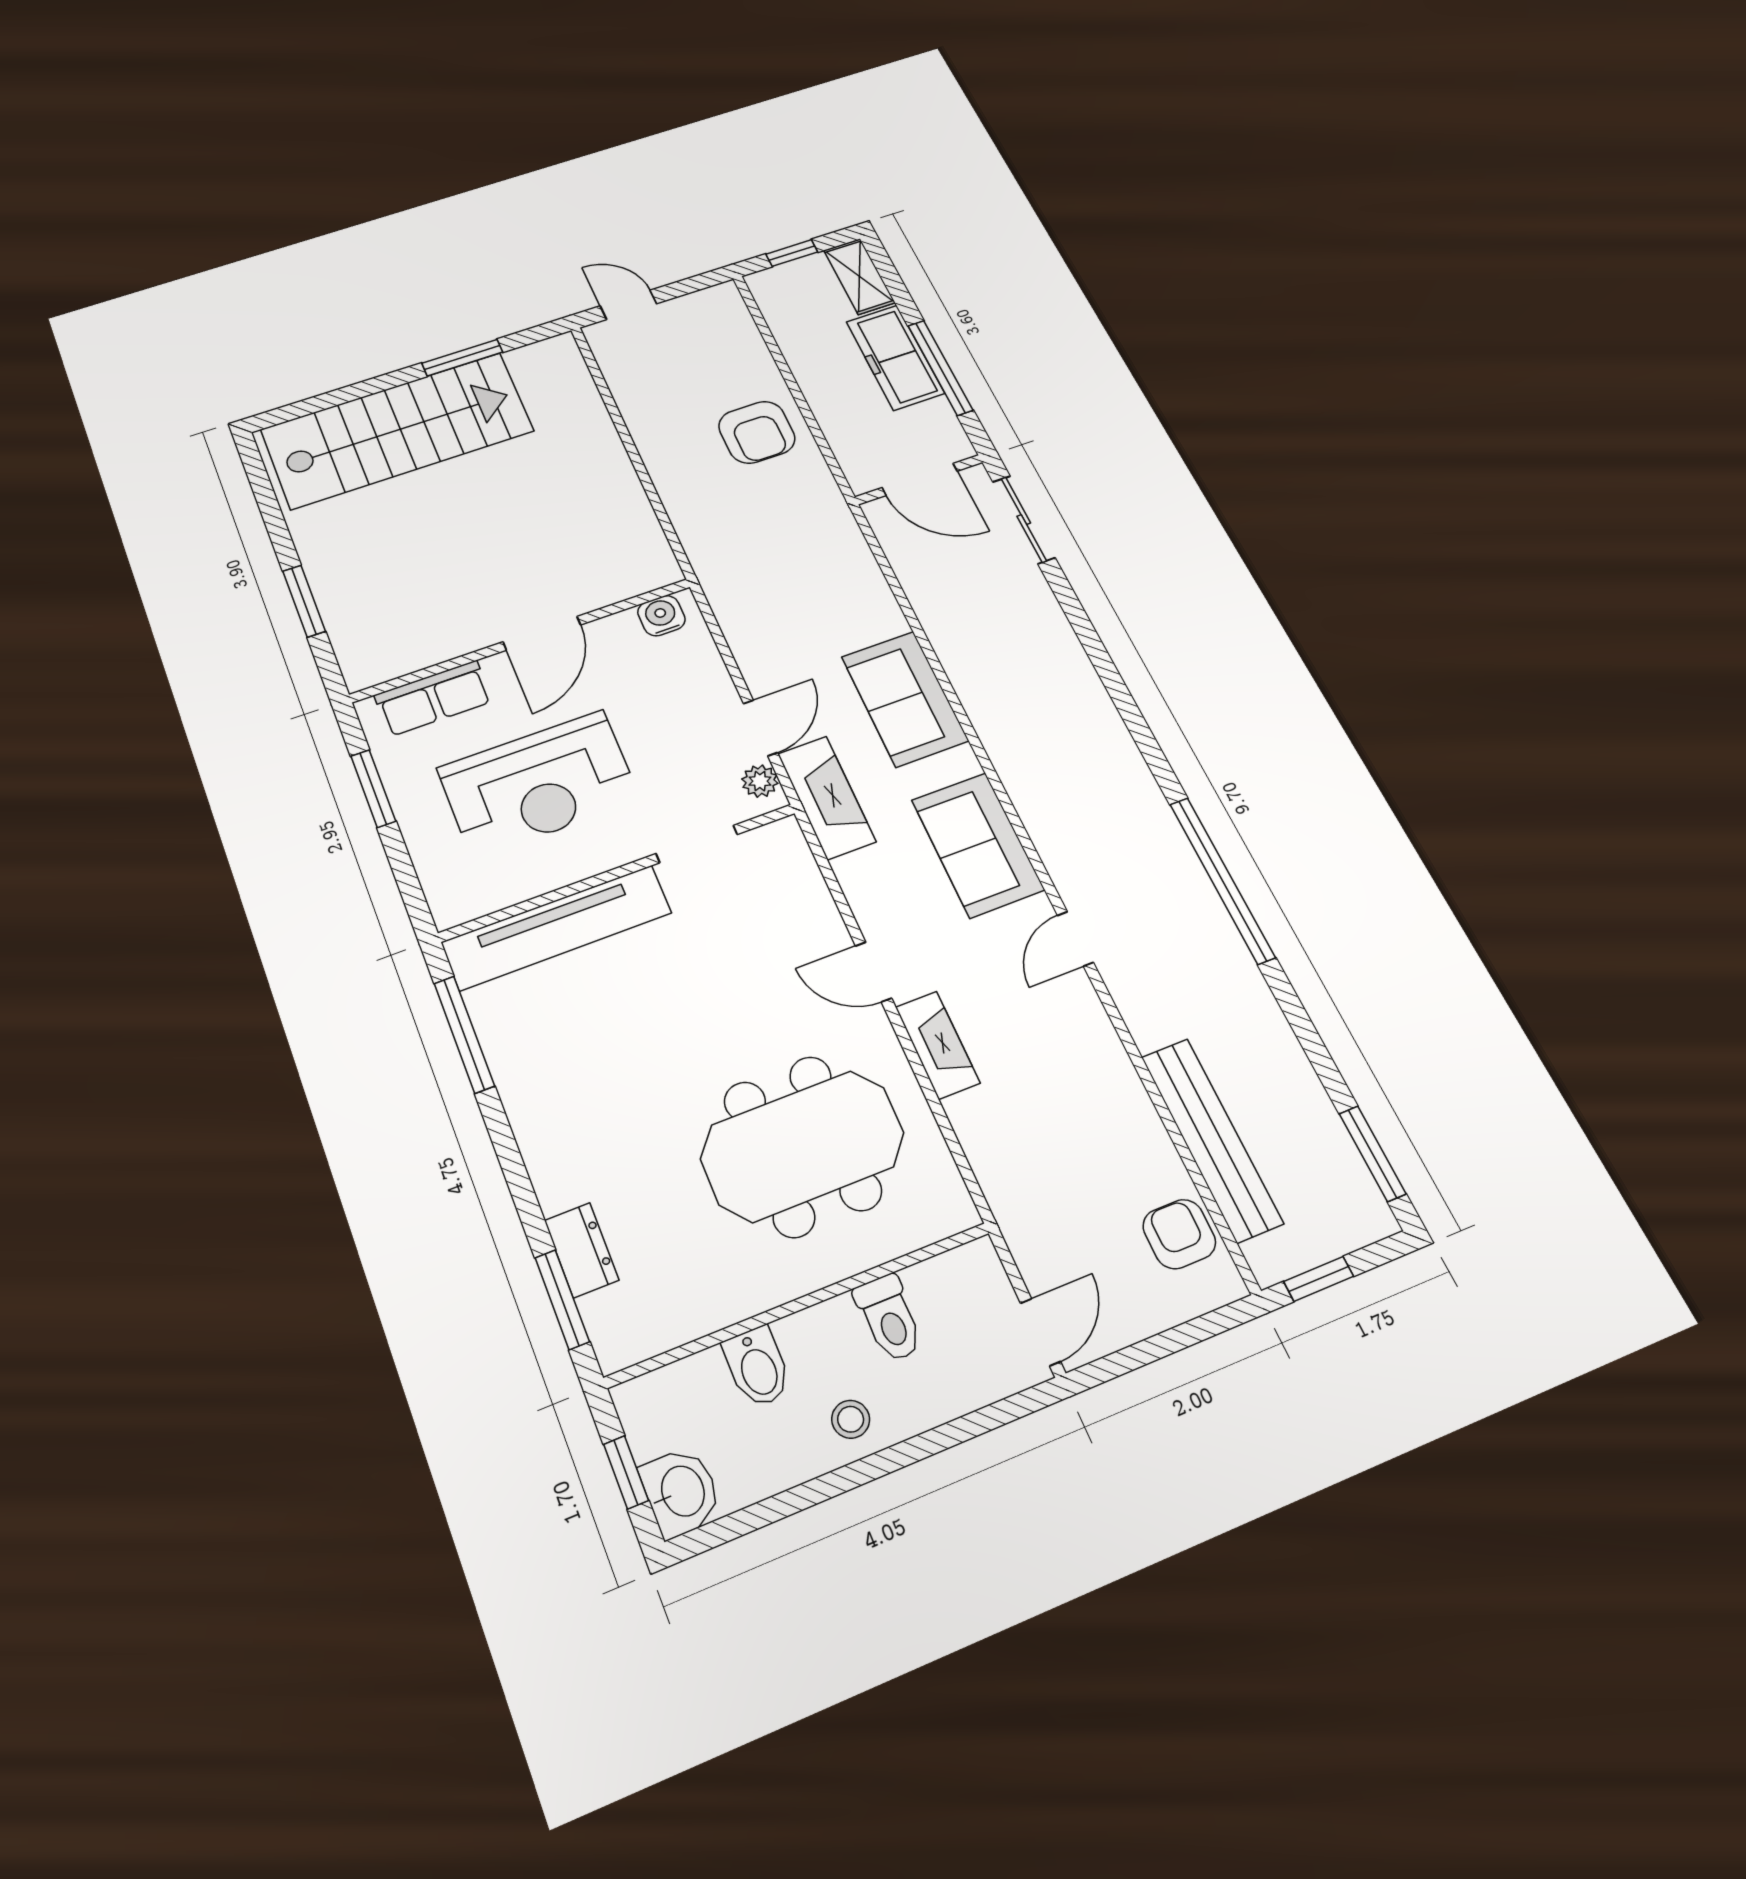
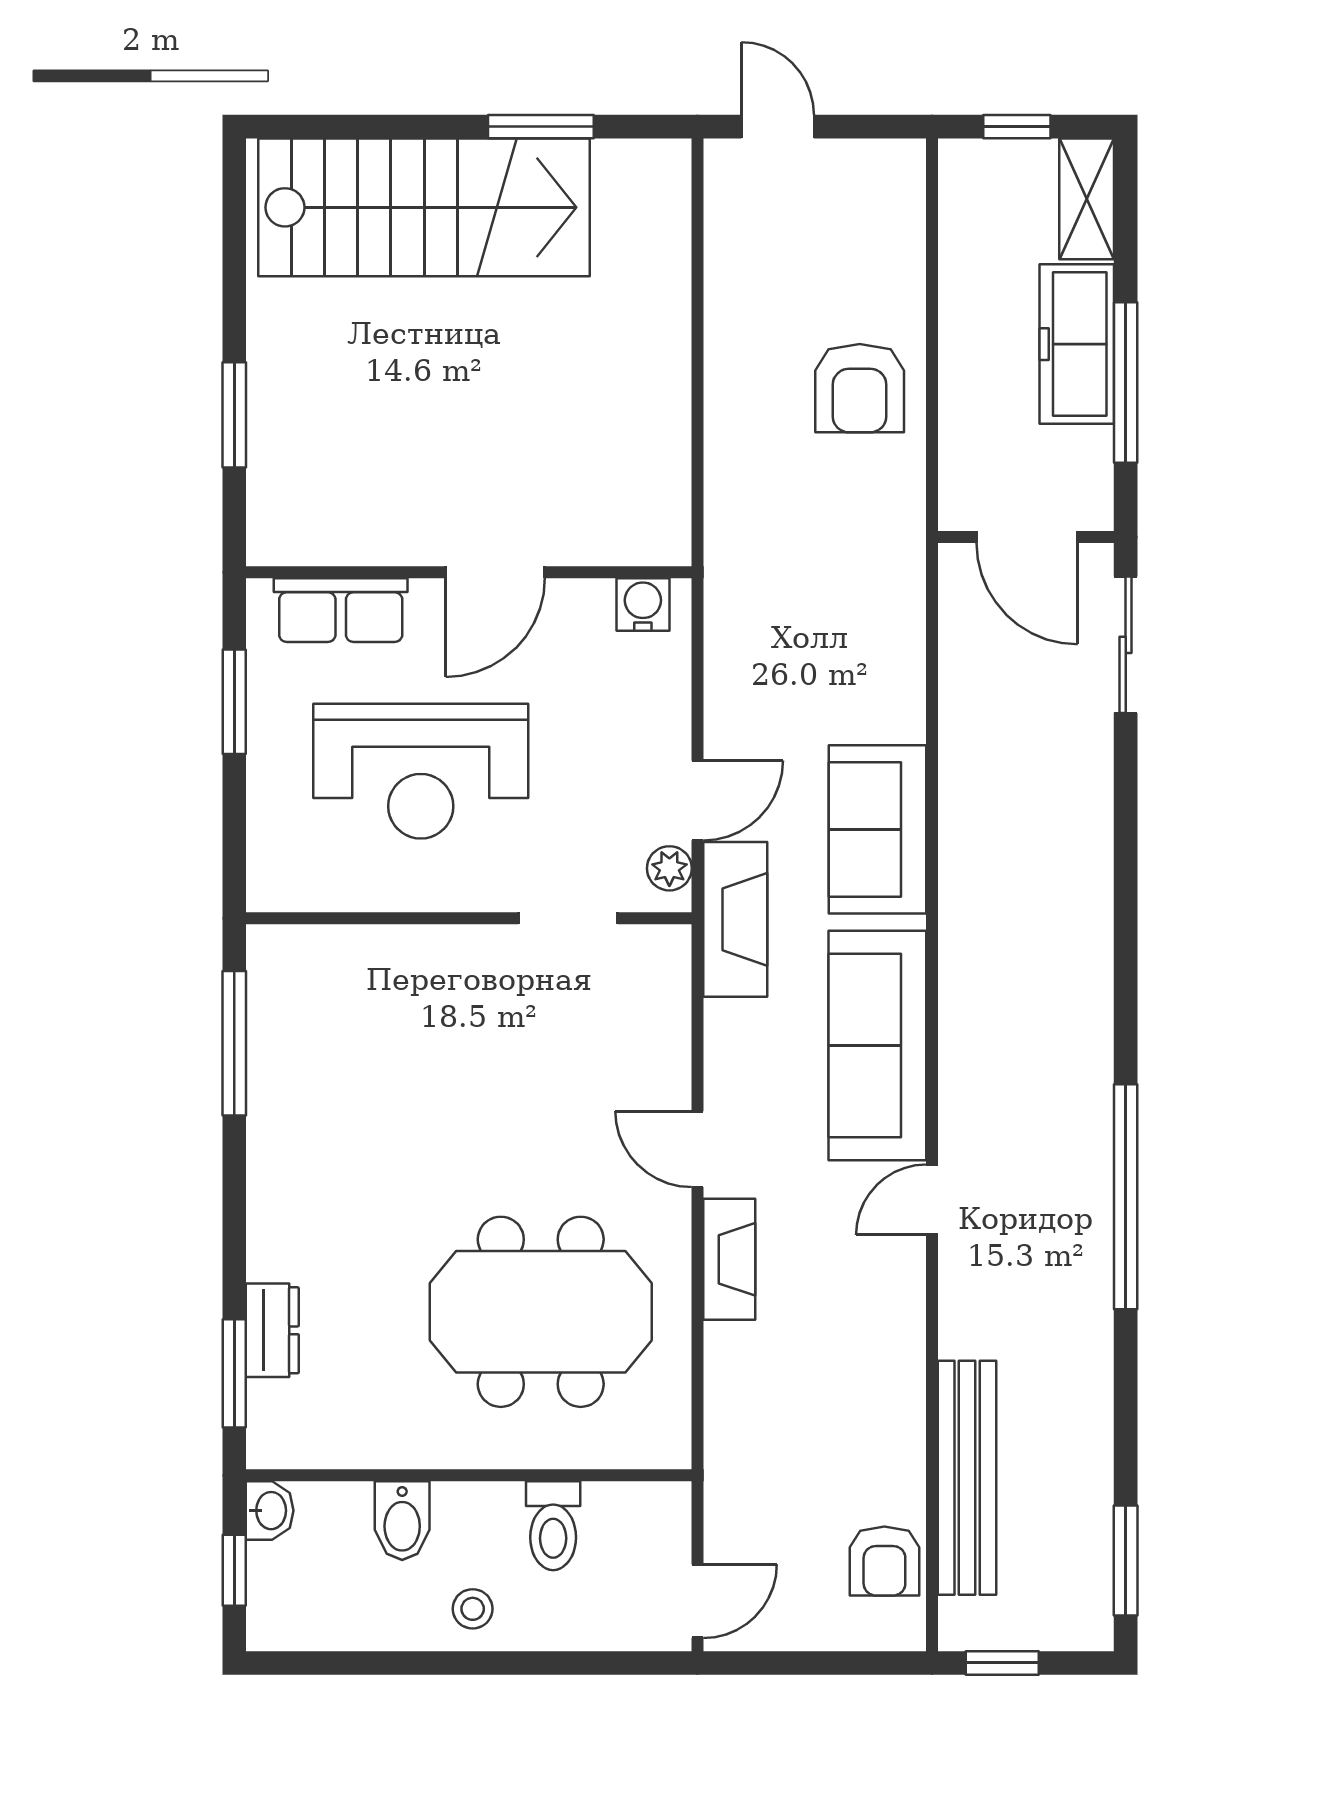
sofa: (978, 845) -> (877, 1045), width x1.36
tv unit: (557, 928) -> (377, 958), removed
armchair: (1179, 1234) -> (884, 1561), turned 180
washbasin: (681, 1492) -> (270, 1511), moved, width x0.72, depth x0.69

